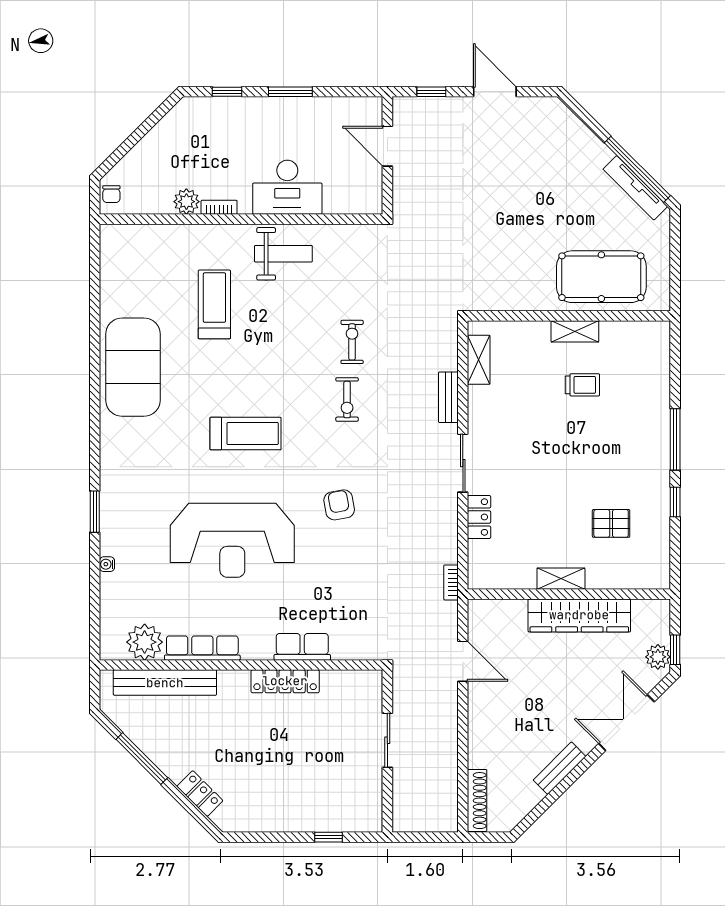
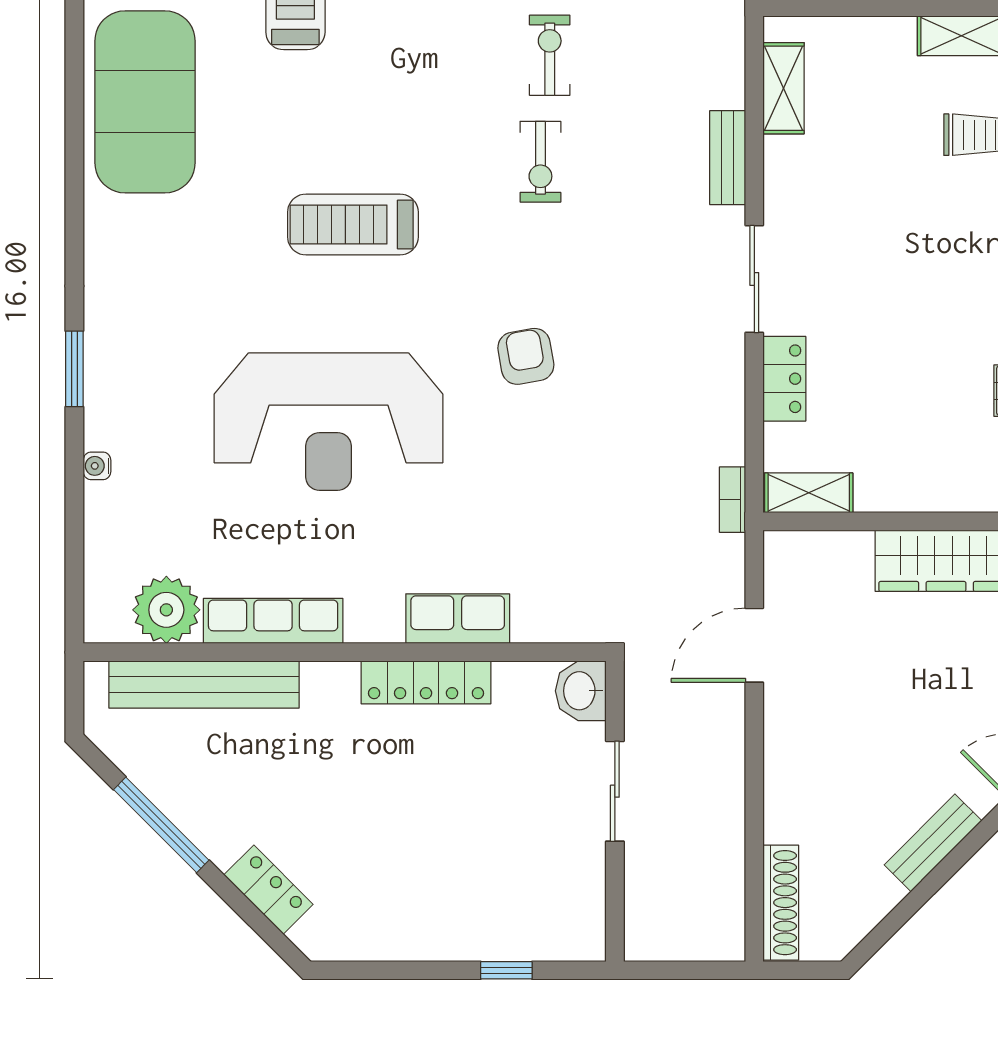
treadmill: (246, 434) -> (353, 225), turned 180
shelving: (561, 579) -> (809, 493), moved
door: (463, 661) -> (754, 645), swing flipped
washbasin: (369, 686) -> (581, 691), added

